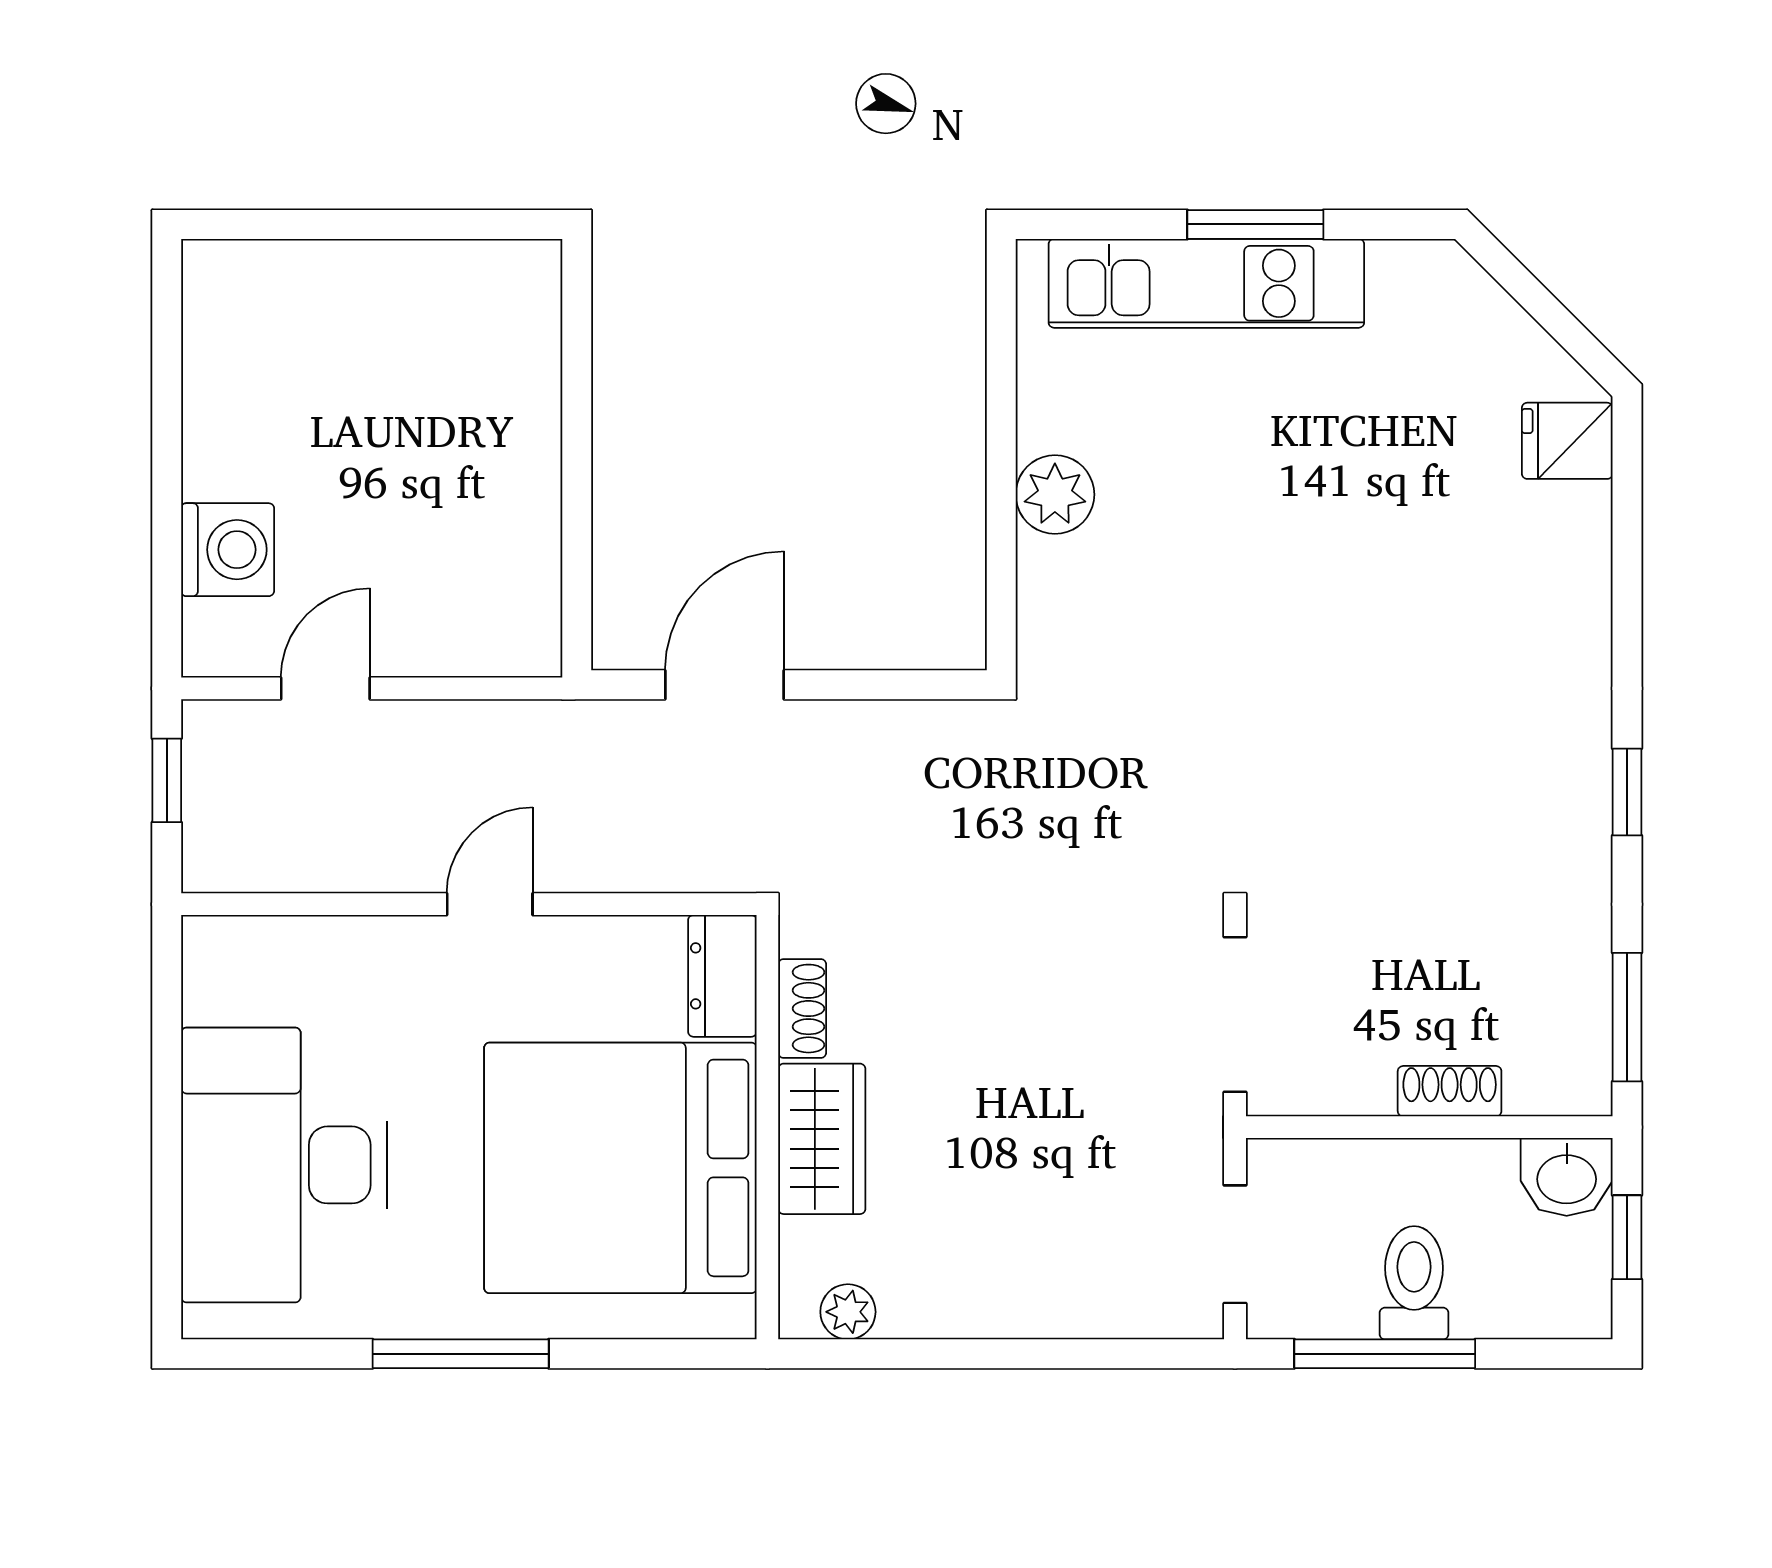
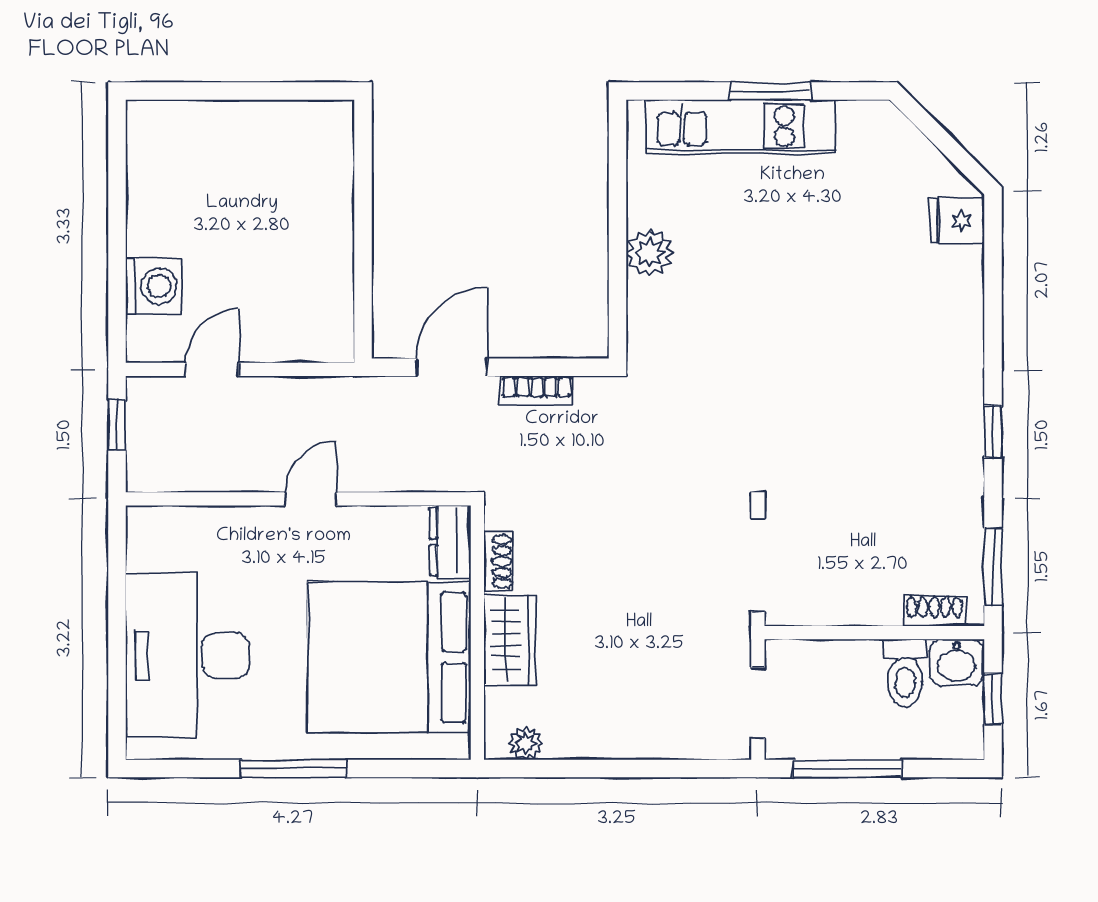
bookcase: (867, 723) -> (537, 390), added
shoe rack: (1450, 1091) -> (934, 611), moved
toilet: (1414, 1283) -> (905, 673), moved, turned 180

